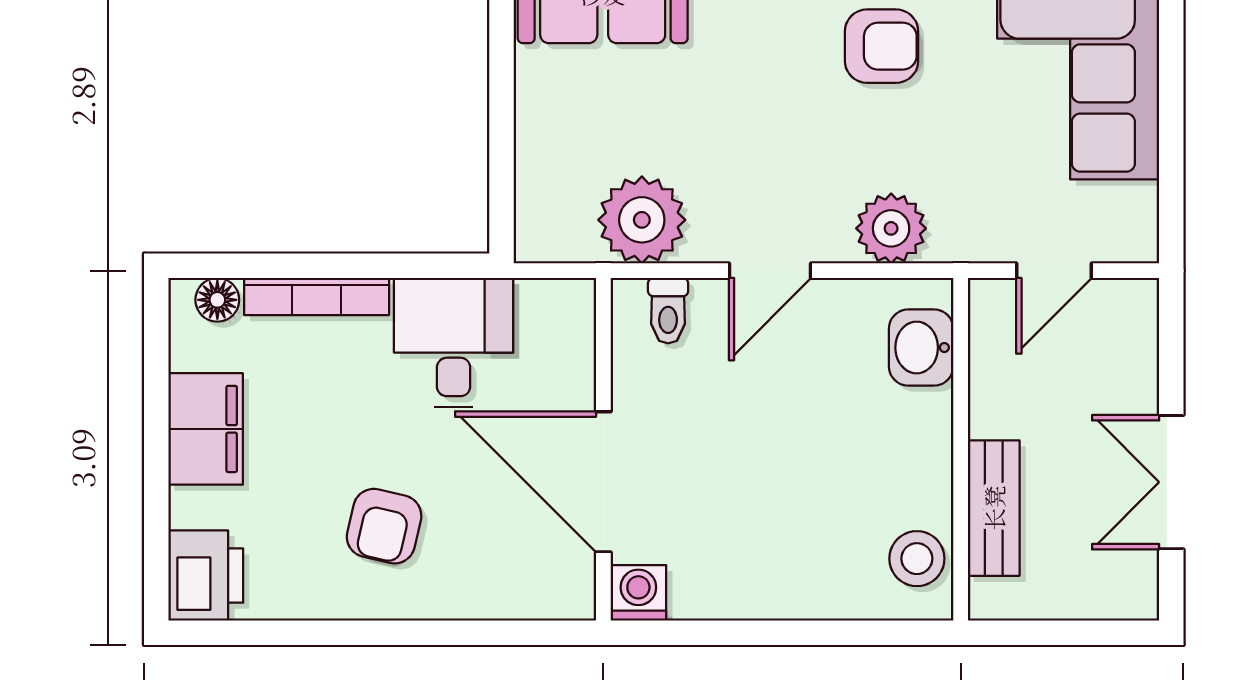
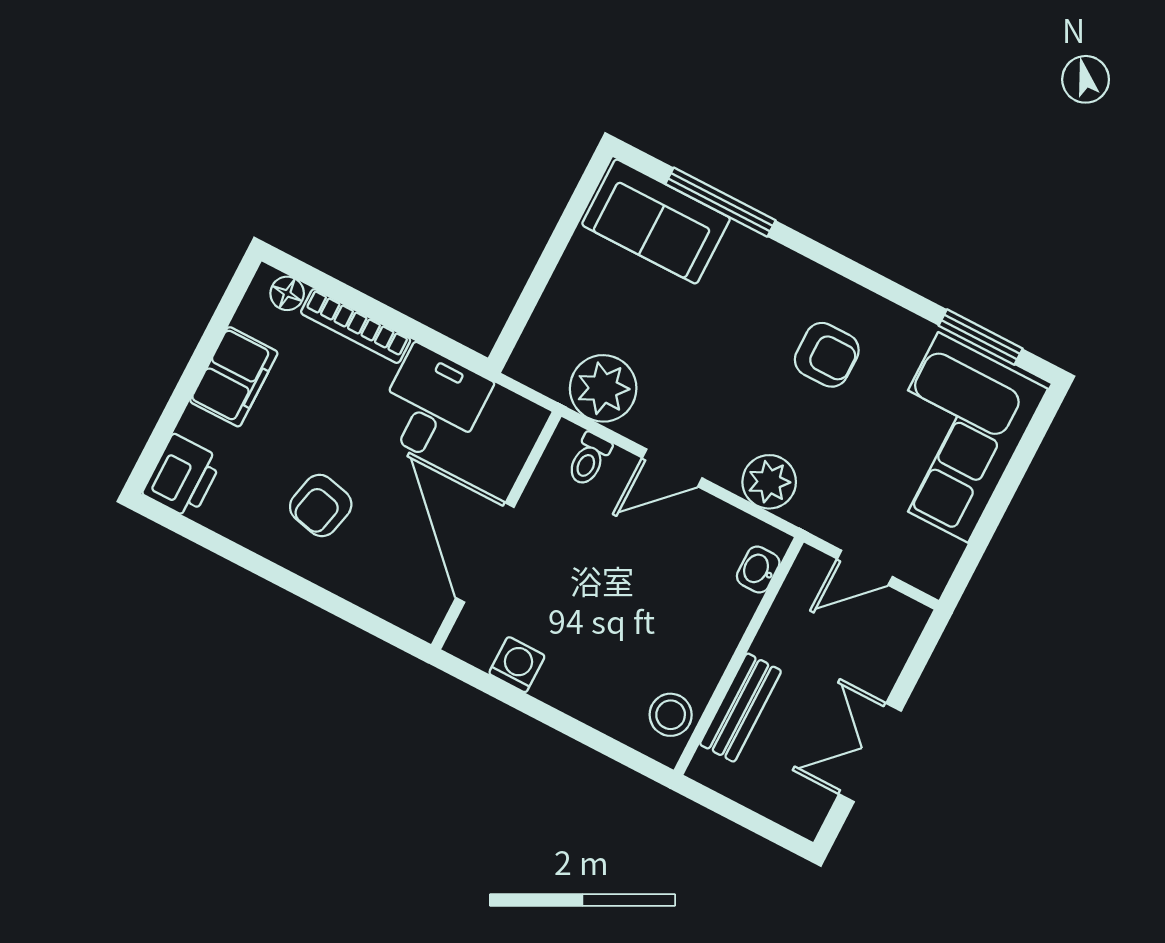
washbasin: (921, 348) -> (758, 569), width x0.72, depth x0.69
washing machine: (638, 593) -> (517, 665), moved

